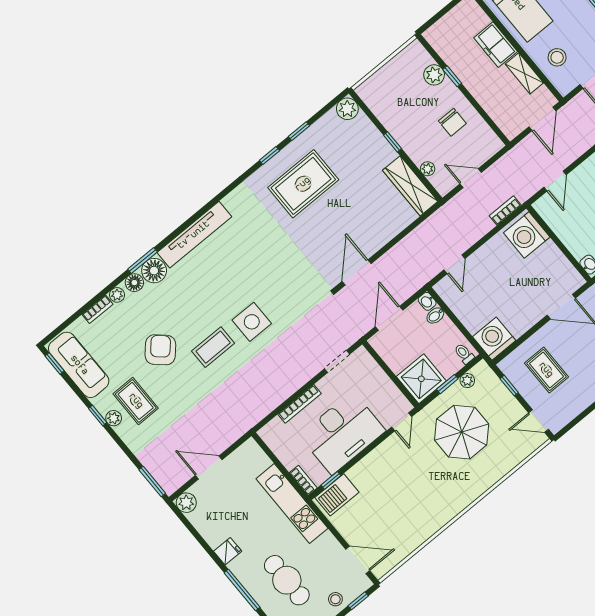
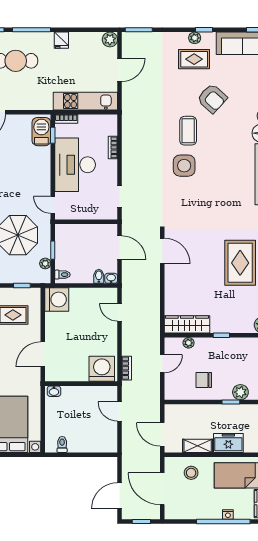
shower: (421, 379) -> (68, 237), removed
bookcase: (299, 404) -> (113, 147), width x0.64
kitchen unit: (292, 504) -> (85, 101), moved

